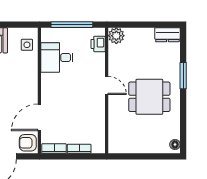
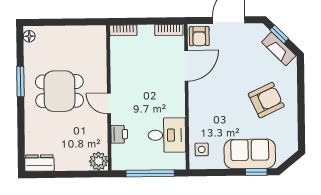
printer: (98, 44) -> (119, 134), moved
window: (183, 76) -> (20, 81), moved
armchair: (28, 143) -> (199, 36), turned 90
bookcase: (79, 149) -> (123, 30), moved

